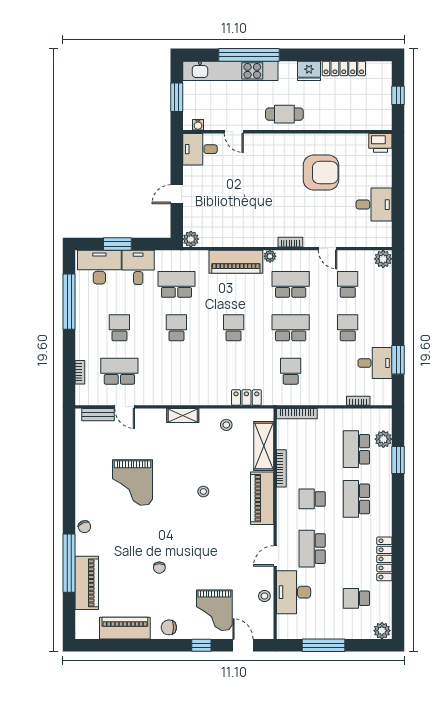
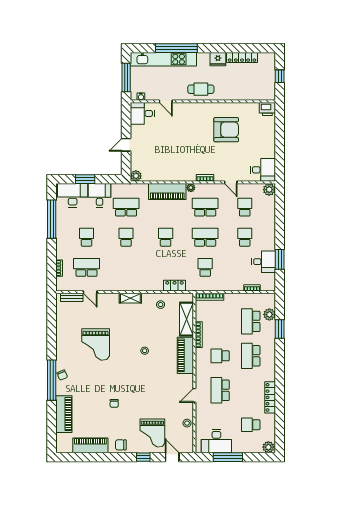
window: (177, 97) -> (126, 78), width x1.44
desk: (374, 205) -> (263, 170), moved
window: (69, 563) -> (52, 380), moved
desk: (294, 592) -> (216, 441), moved, turned -90

